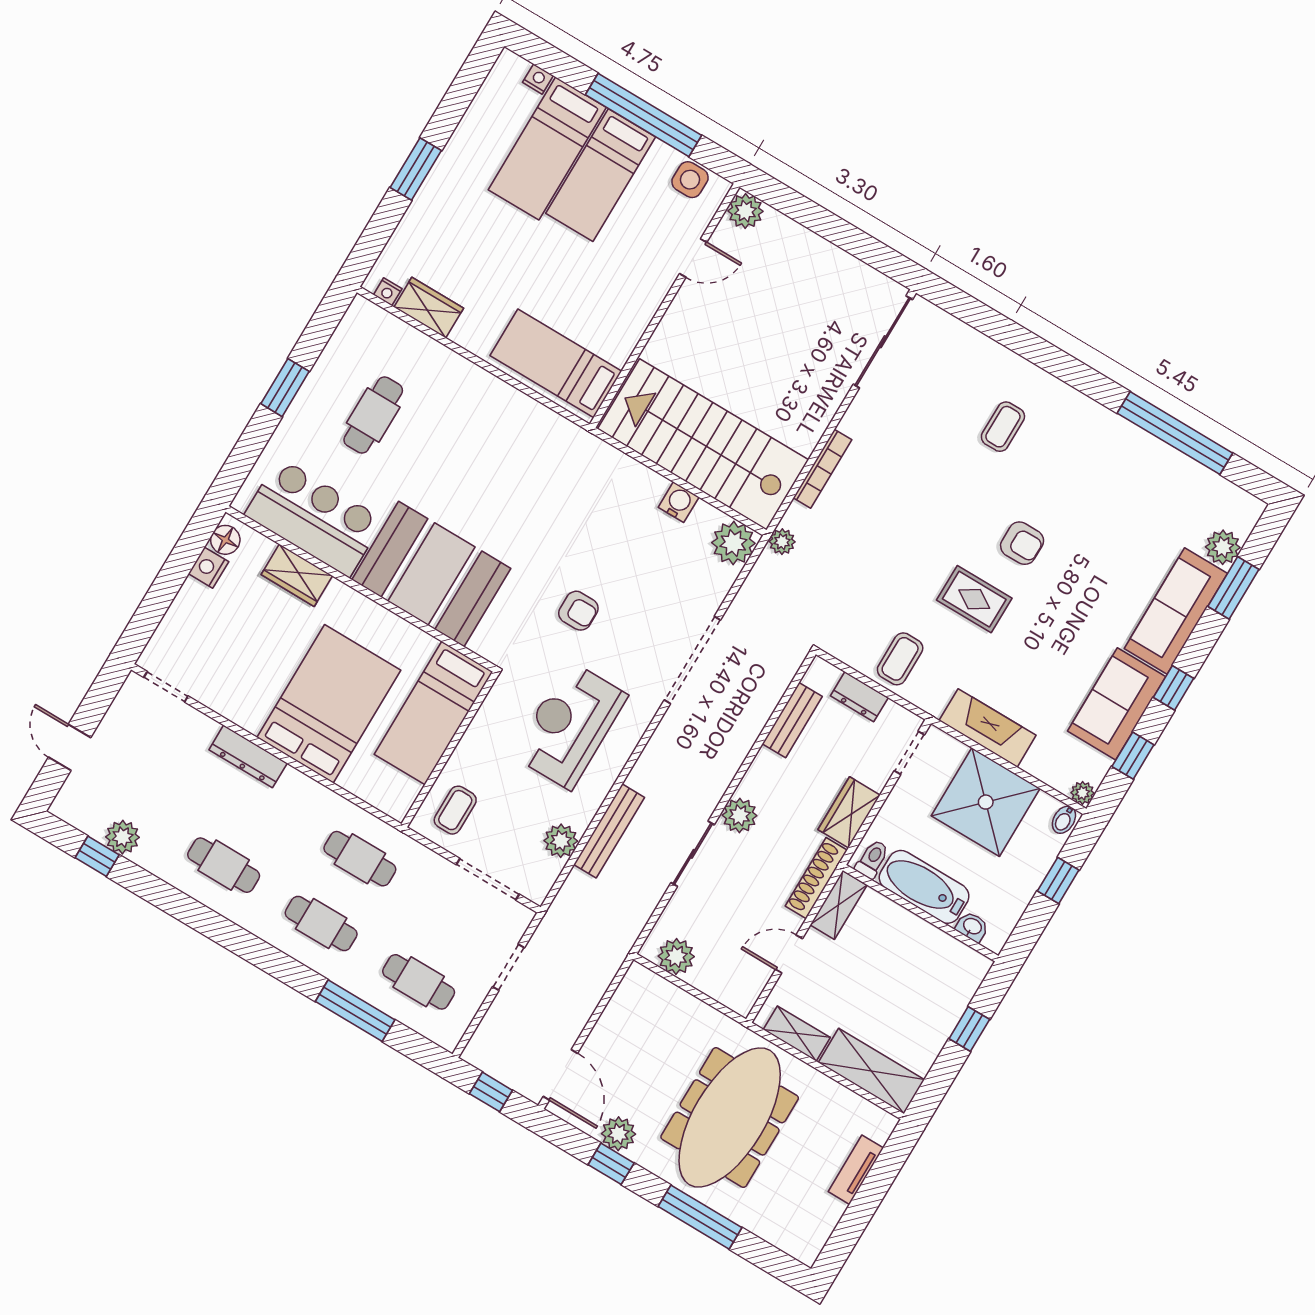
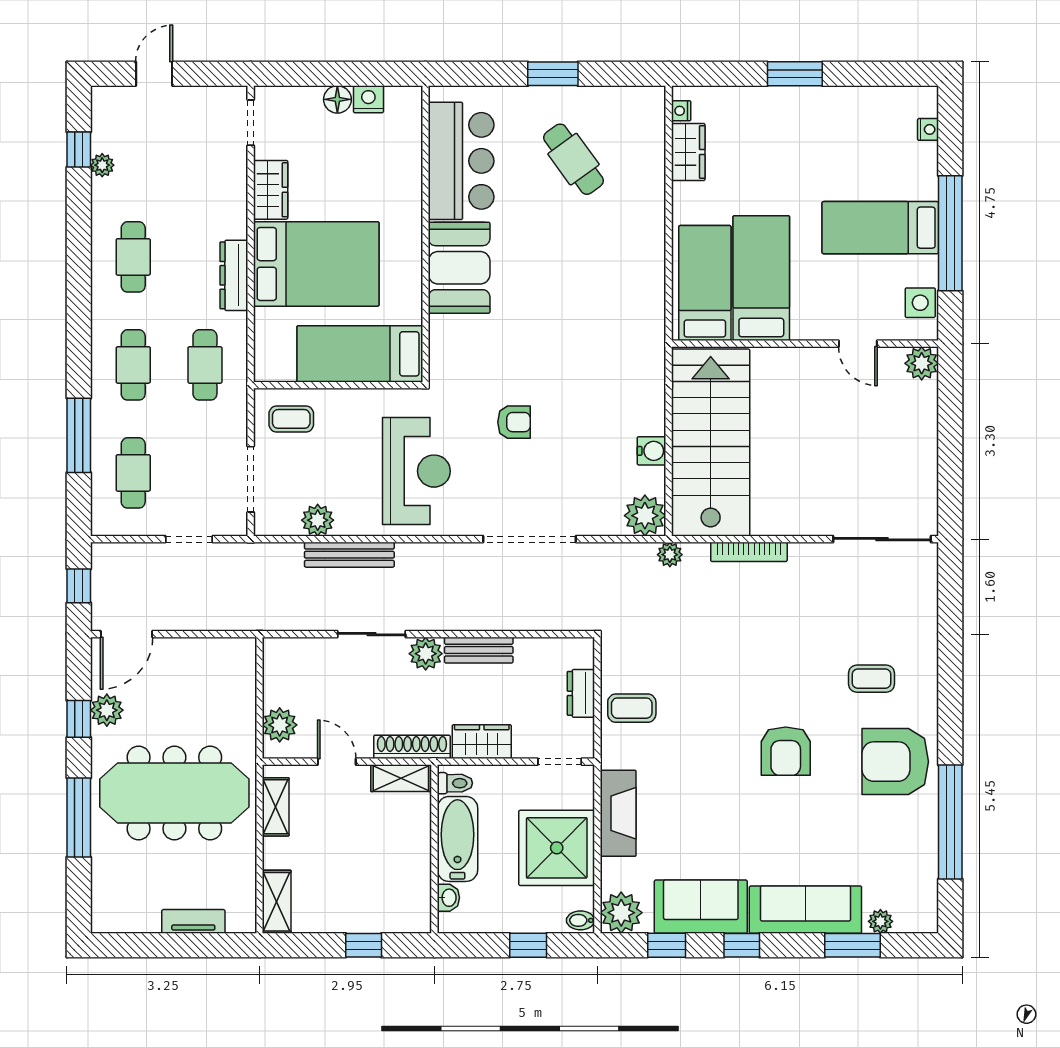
bed: (547, 149) -> (761, 278), moved, turned 90
cafe table: (373, 415) -> (573, 159), turned 54
armchair: (1091, 450) -> (895, 762), added
floor lamp: (225, 540) -> (337, 99), moved
armchair: (1022, 543) -> (786, 751), width x1.38, depth x1.38
plant: (1223, 547) -> (880, 921), width x0.73, depth x0.73
booth: (431, 574) -> (459, 268), width x0.73, depth x0.70
wardrobe: (297, 575) -> (271, 190), moved, turned 180
rug: (974, 599) -> (717, 739), removed
armchair: (578, 611) -> (514, 422), turned -90
bench: (792, 720) -> (479, 650), moved
reception desk: (570, 725) -> (416, 471), turned 90
dresser: (248, 756) -> (234, 275), moved
plant: (1083, 793) -> (621, 913), width x1.87, depth x1.87
plant: (123, 837) -> (102, 165), width x0.73, depth x0.73
plant: (676, 956) -> (280, 725), moved
shelving: (871, 1071) -> (277, 902), width x0.67, depth x0.75

